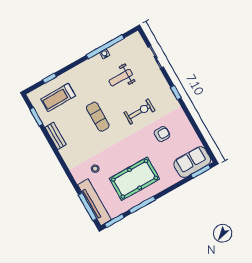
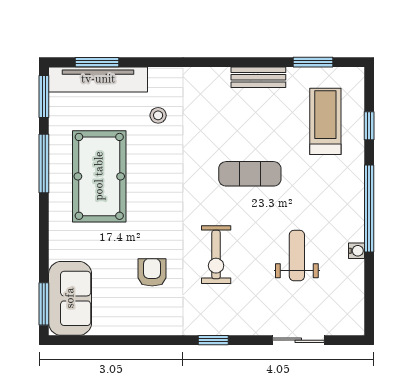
window: (105, 47) -> (369, 209), moved
armchair: (162, 134) -> (152, 272), turned 180
window: (87, 207) -> (97, 62), width x0.69

